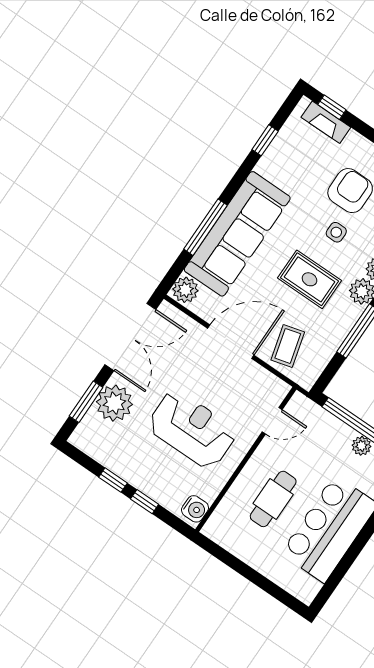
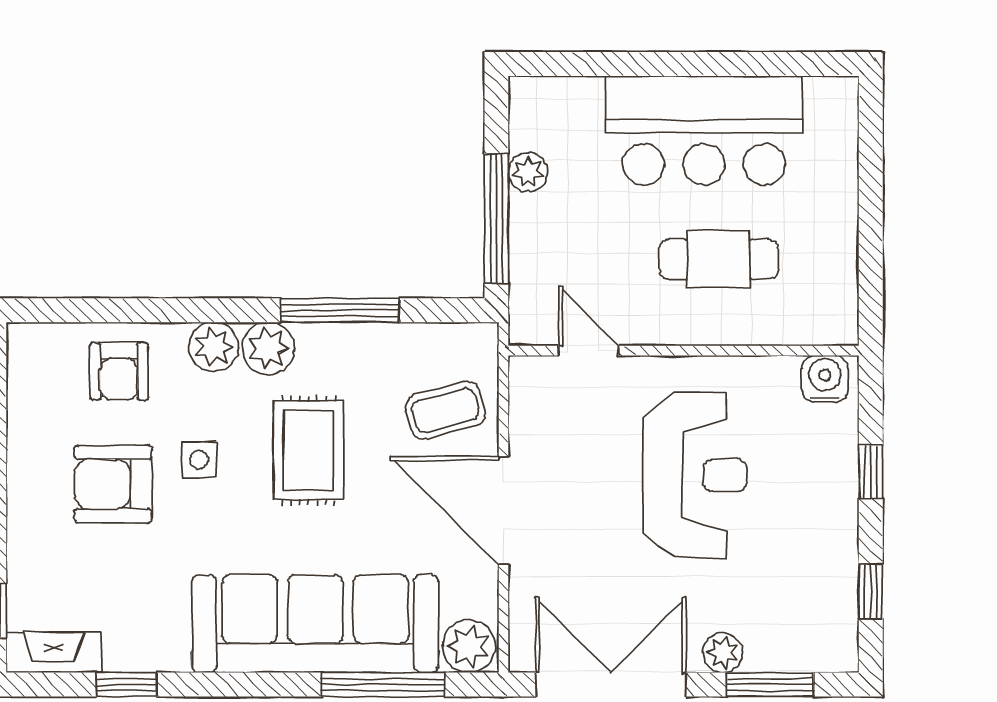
fireplace: (326, 122) -> (54, 652), moved, turned -90
window: (206, 227) -> (383, 685), moved
plant: (114, 403) -> (723, 653), width x0.53, depth x0.53
reception desk: (192, 429) -> (695, 475), turned 180
window: (113, 480) -> (871, 592), moved

